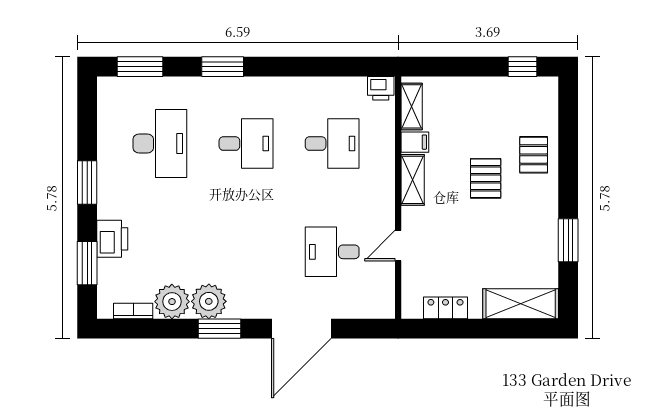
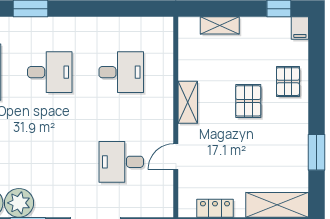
printer: (381, 88) -> (161, 26), removed
shelving: (412, 106) -> (220, 25), moved, turned 90
filing cabinet: (415, 142) -> (300, 28), moved, turned 90

